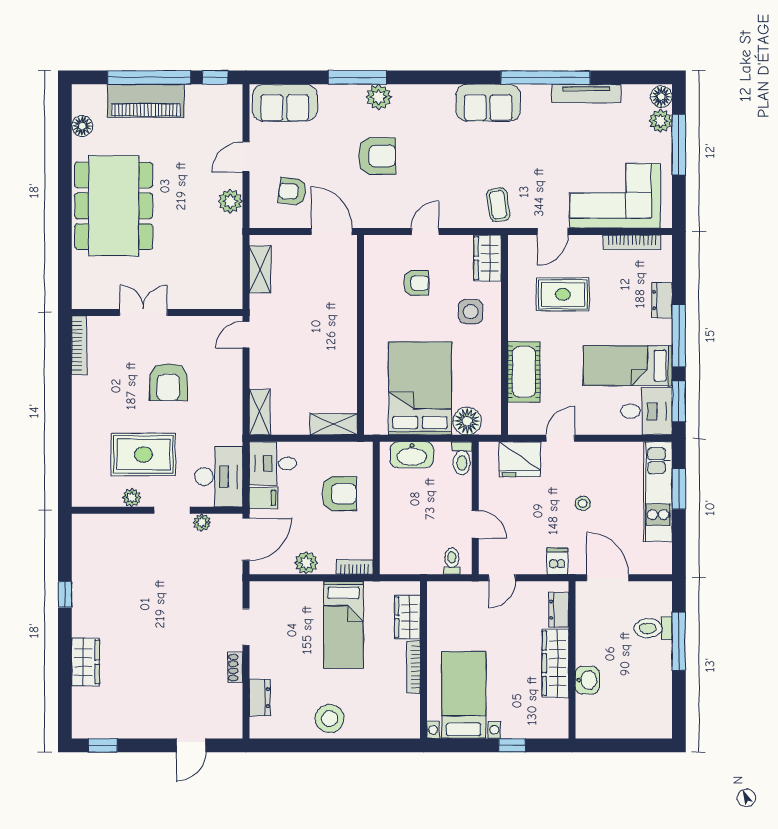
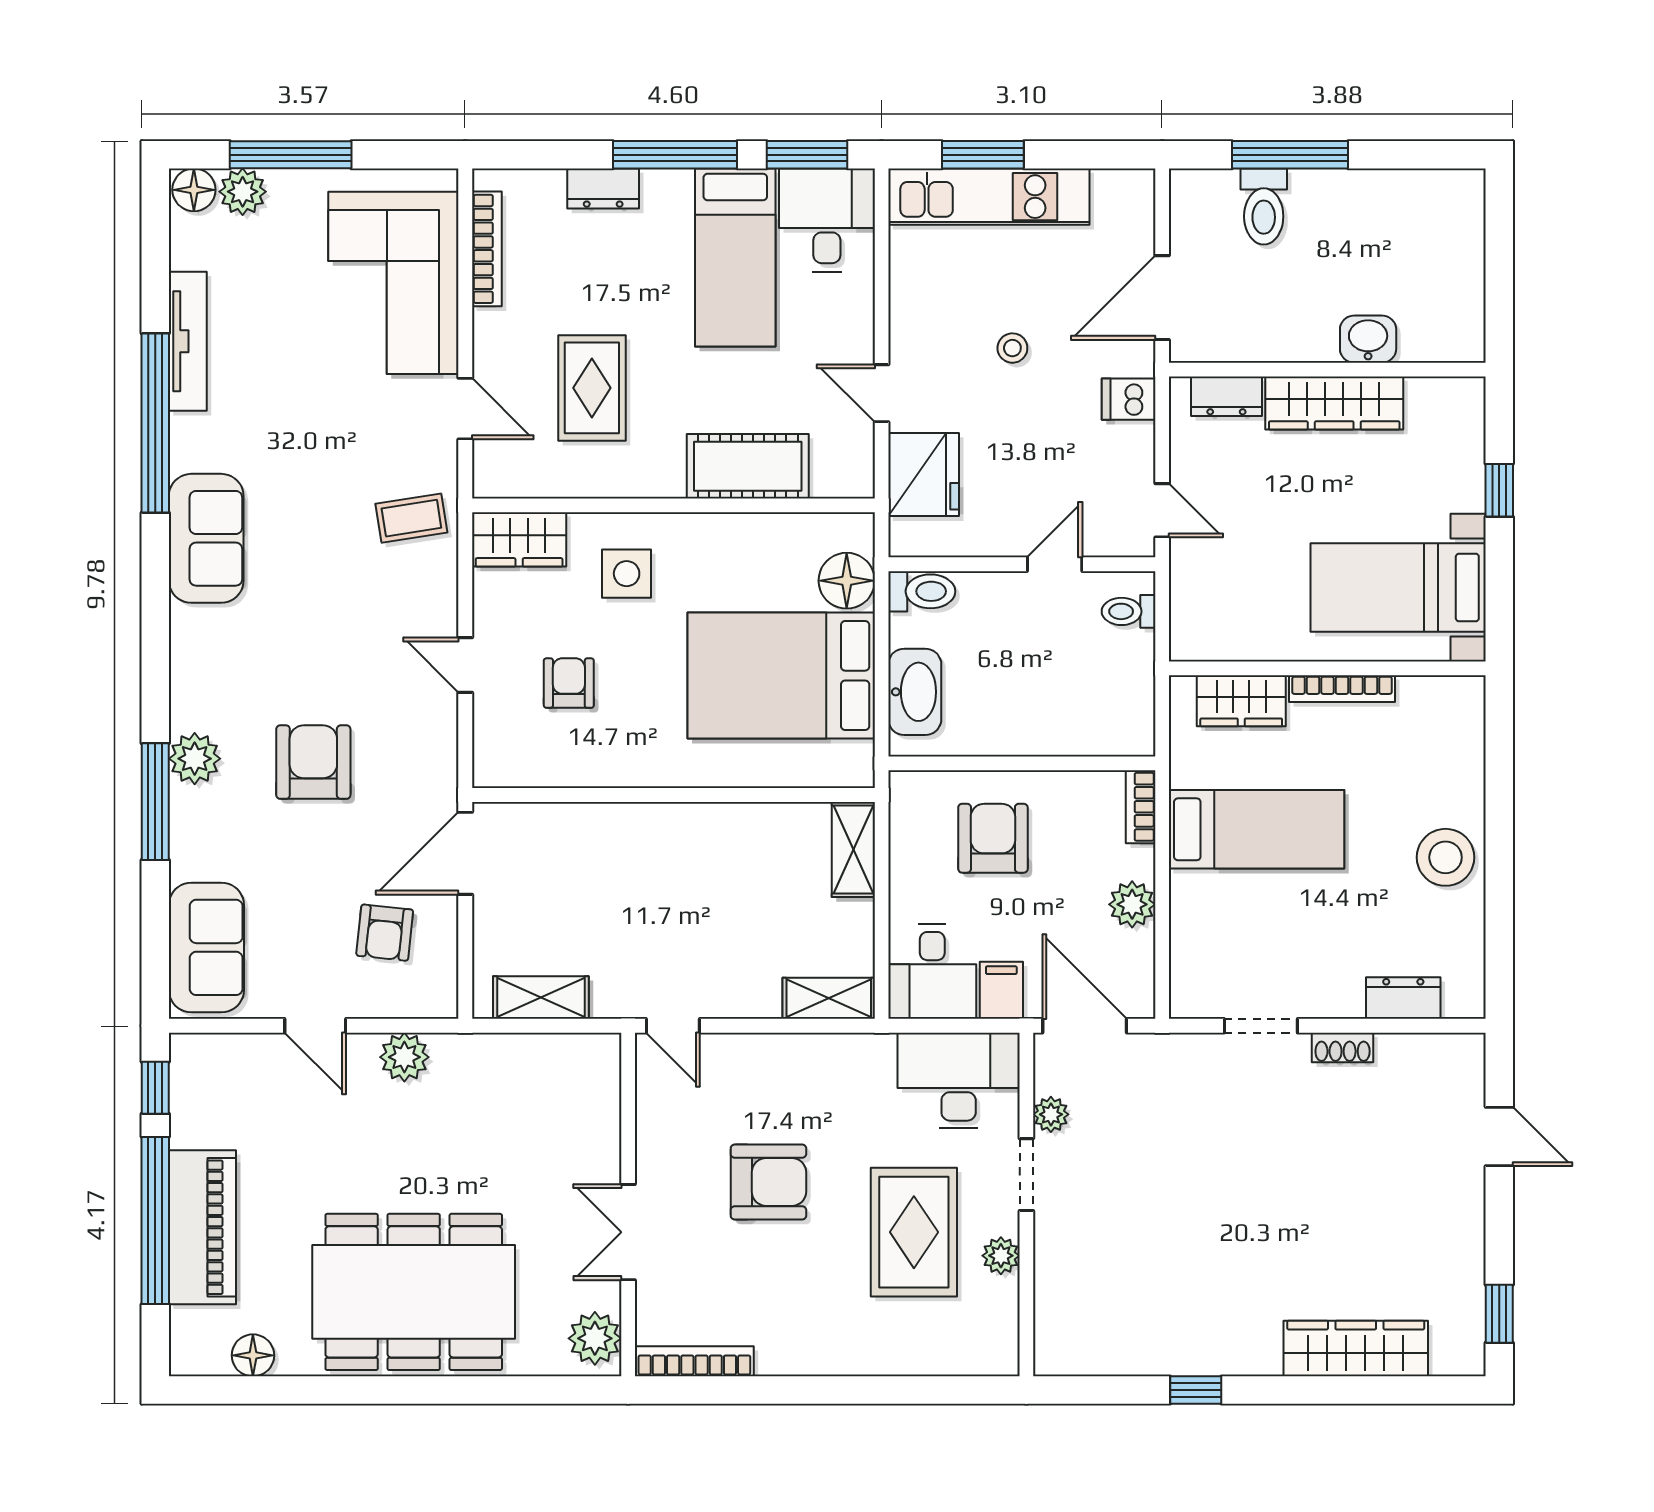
plant: (91, 296) -> (595, 1338), added
wardrobe: (86, 662) -> (1356, 1349), width x1.50

